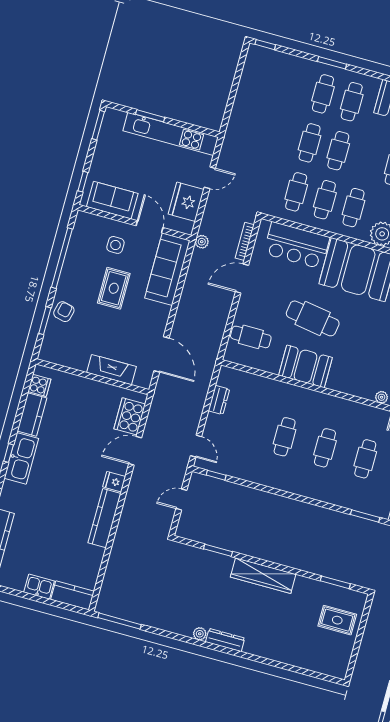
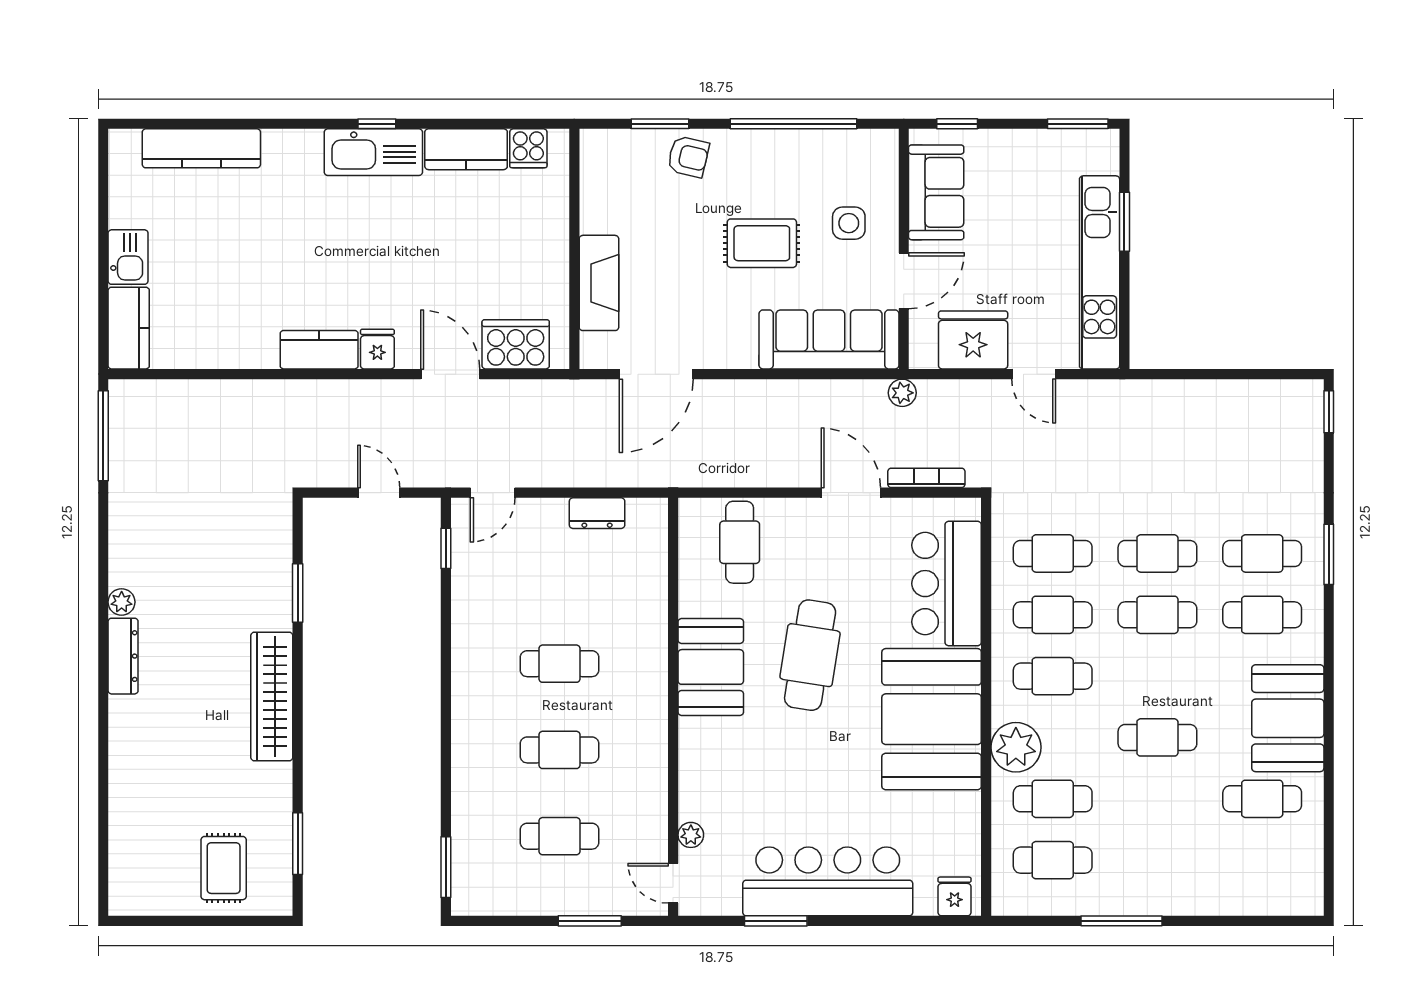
kitchen counter: (104, 518) -> (319, 350), width x0.67

